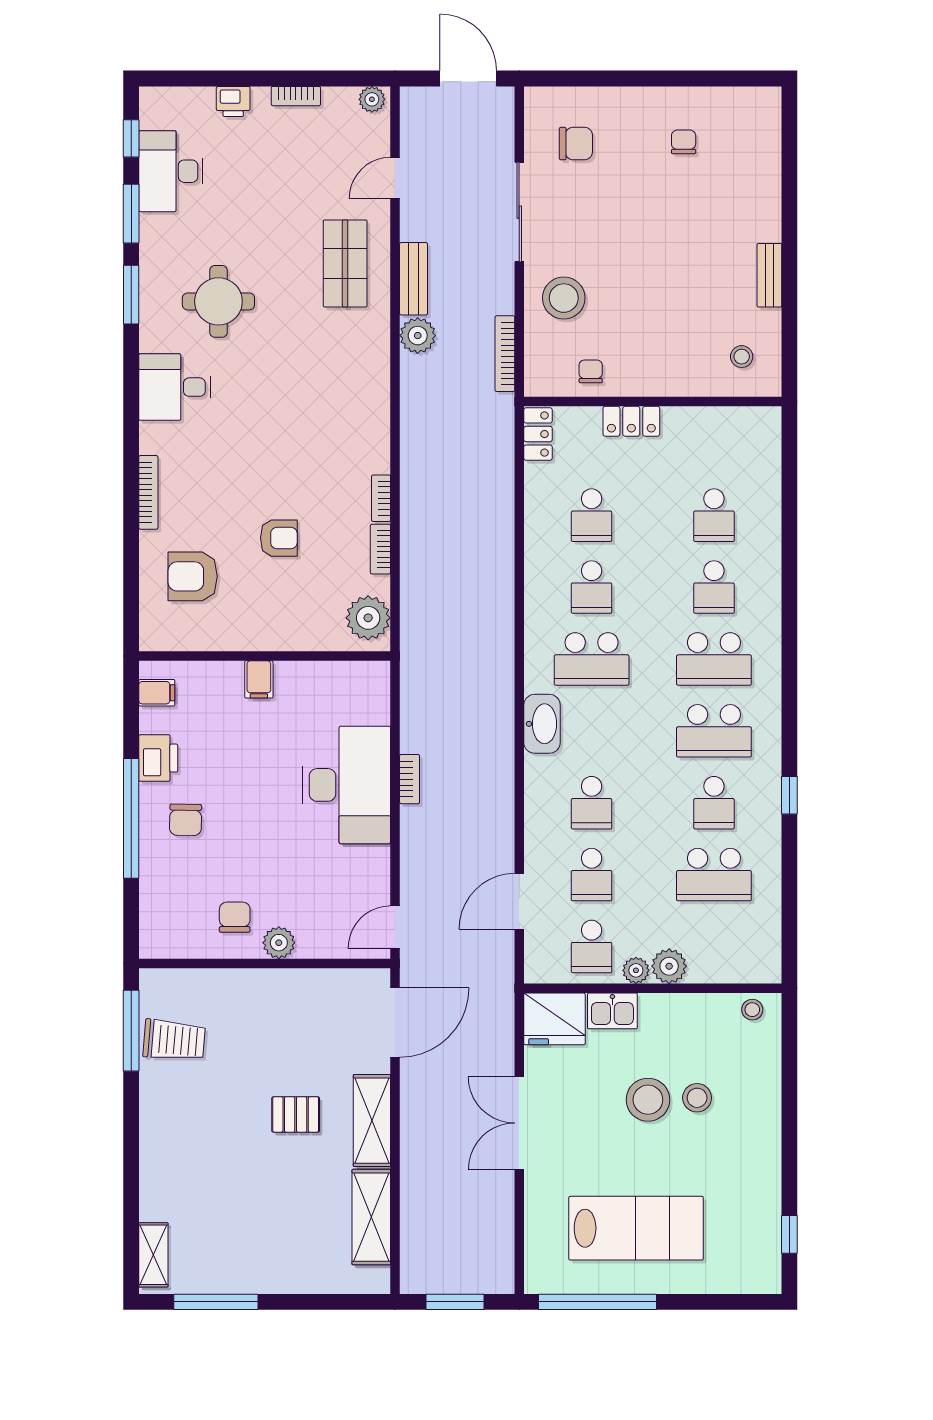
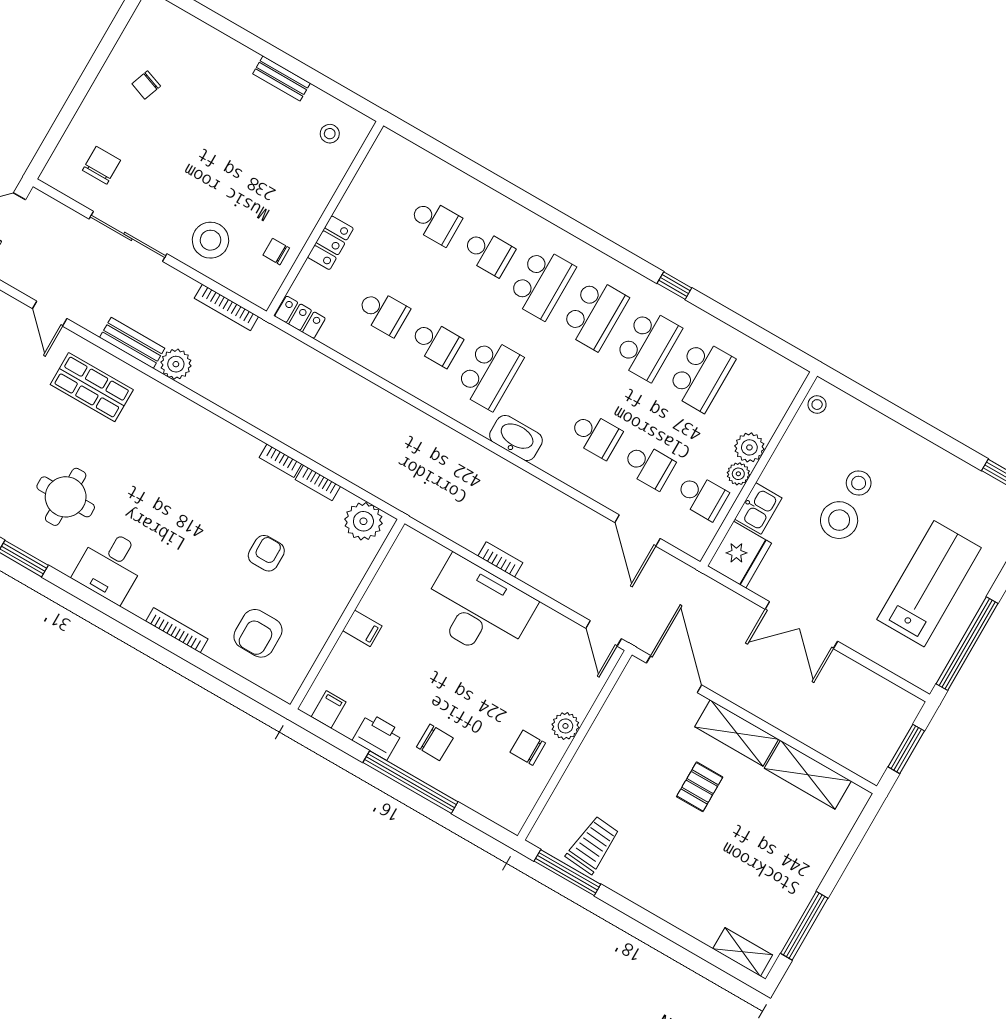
chair: (684, 142) -> (146, 85), turned -70
school desk: (714, 803) -> (648, 345), width x1.85

